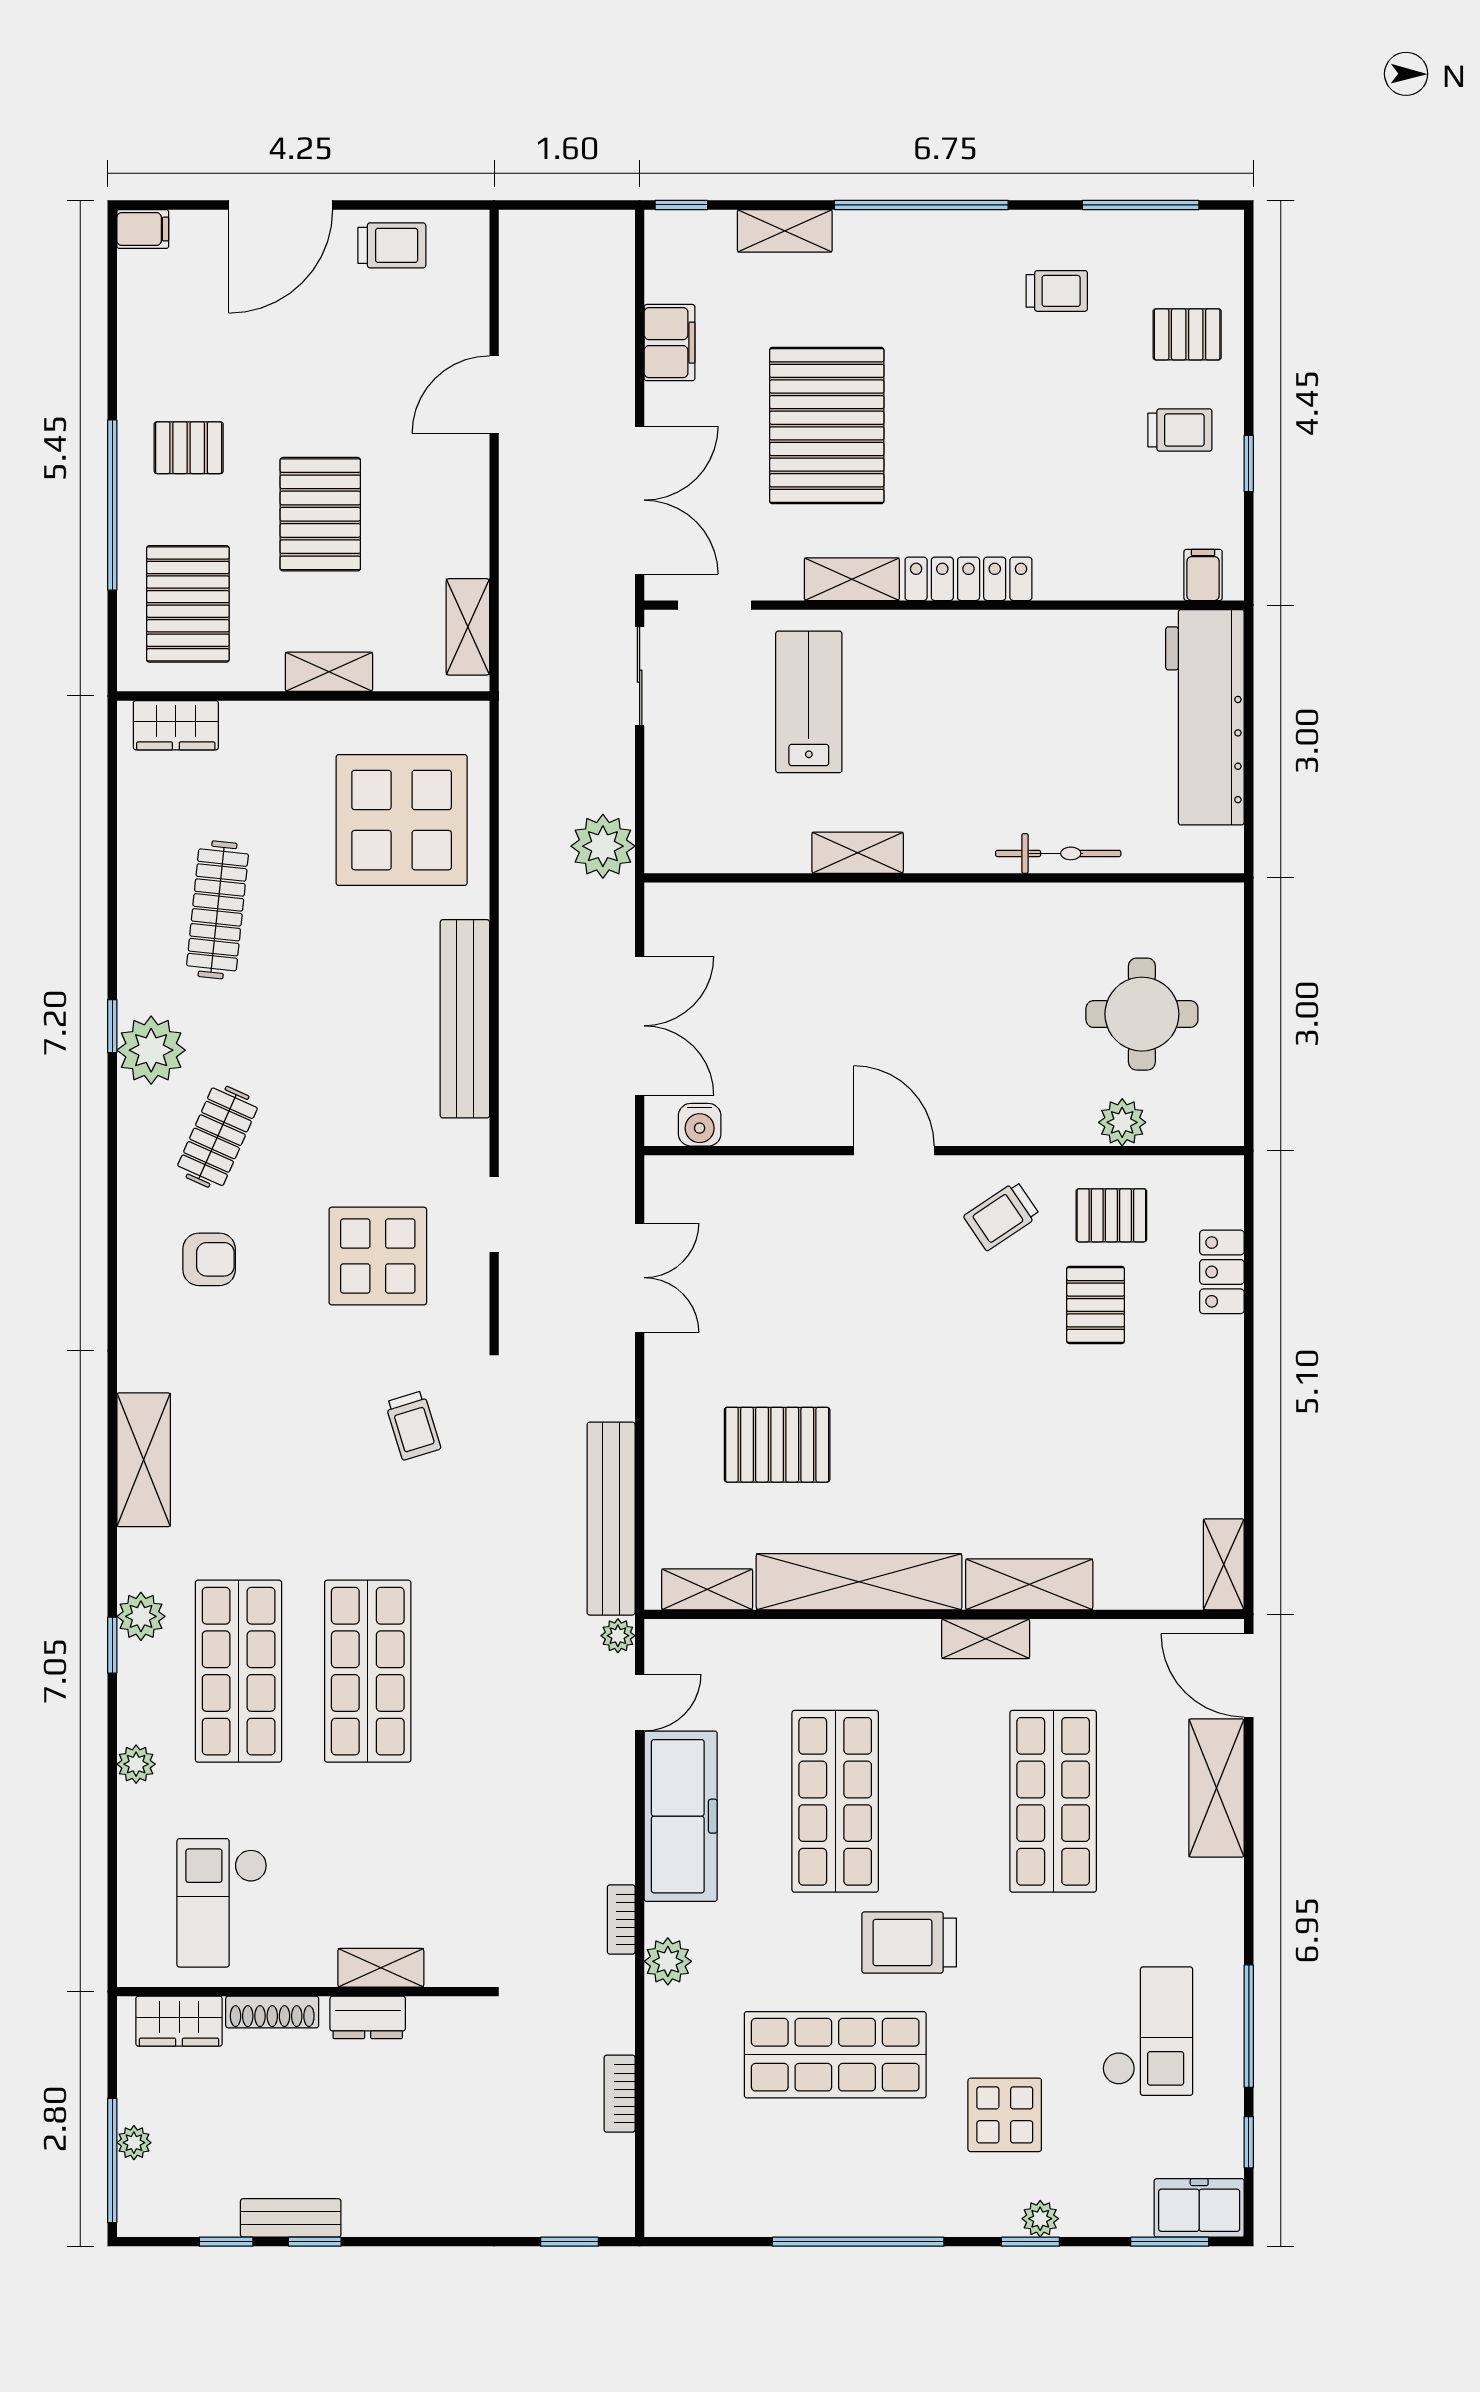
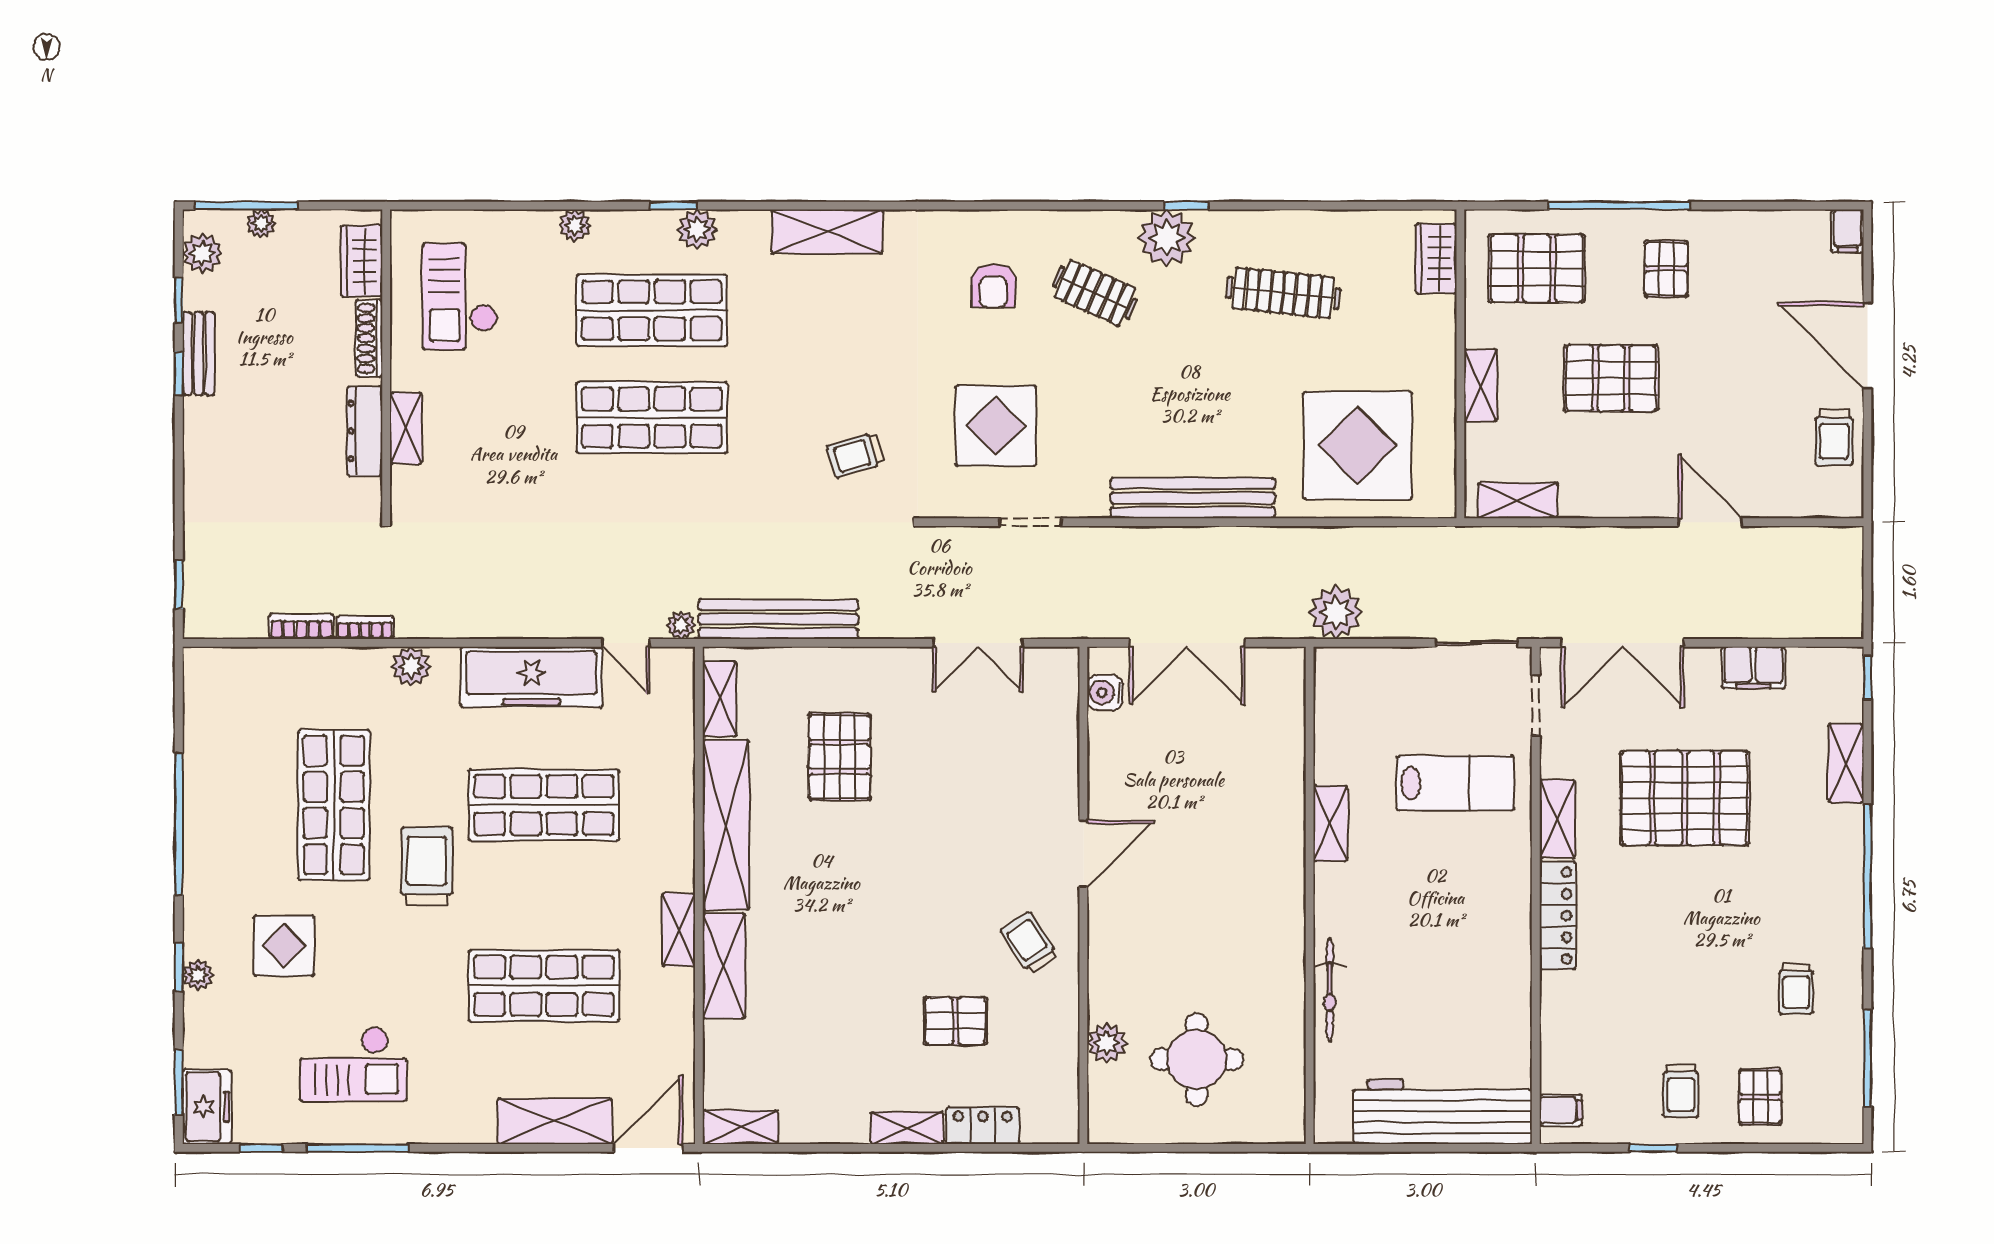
pallet: (1111, 1215) -> (1030, 1034), removed
shelving: (1225, 1363) -> (907, 1128), added
checkout: (222, 1903) -> (460, 297), turned -90
bookcase: (621, 1920) -> (365, 628), moved
dresser: (368, 2017) -> (365, 431), width x1.44
plant: (170, 2213) -> (202, 253), added

